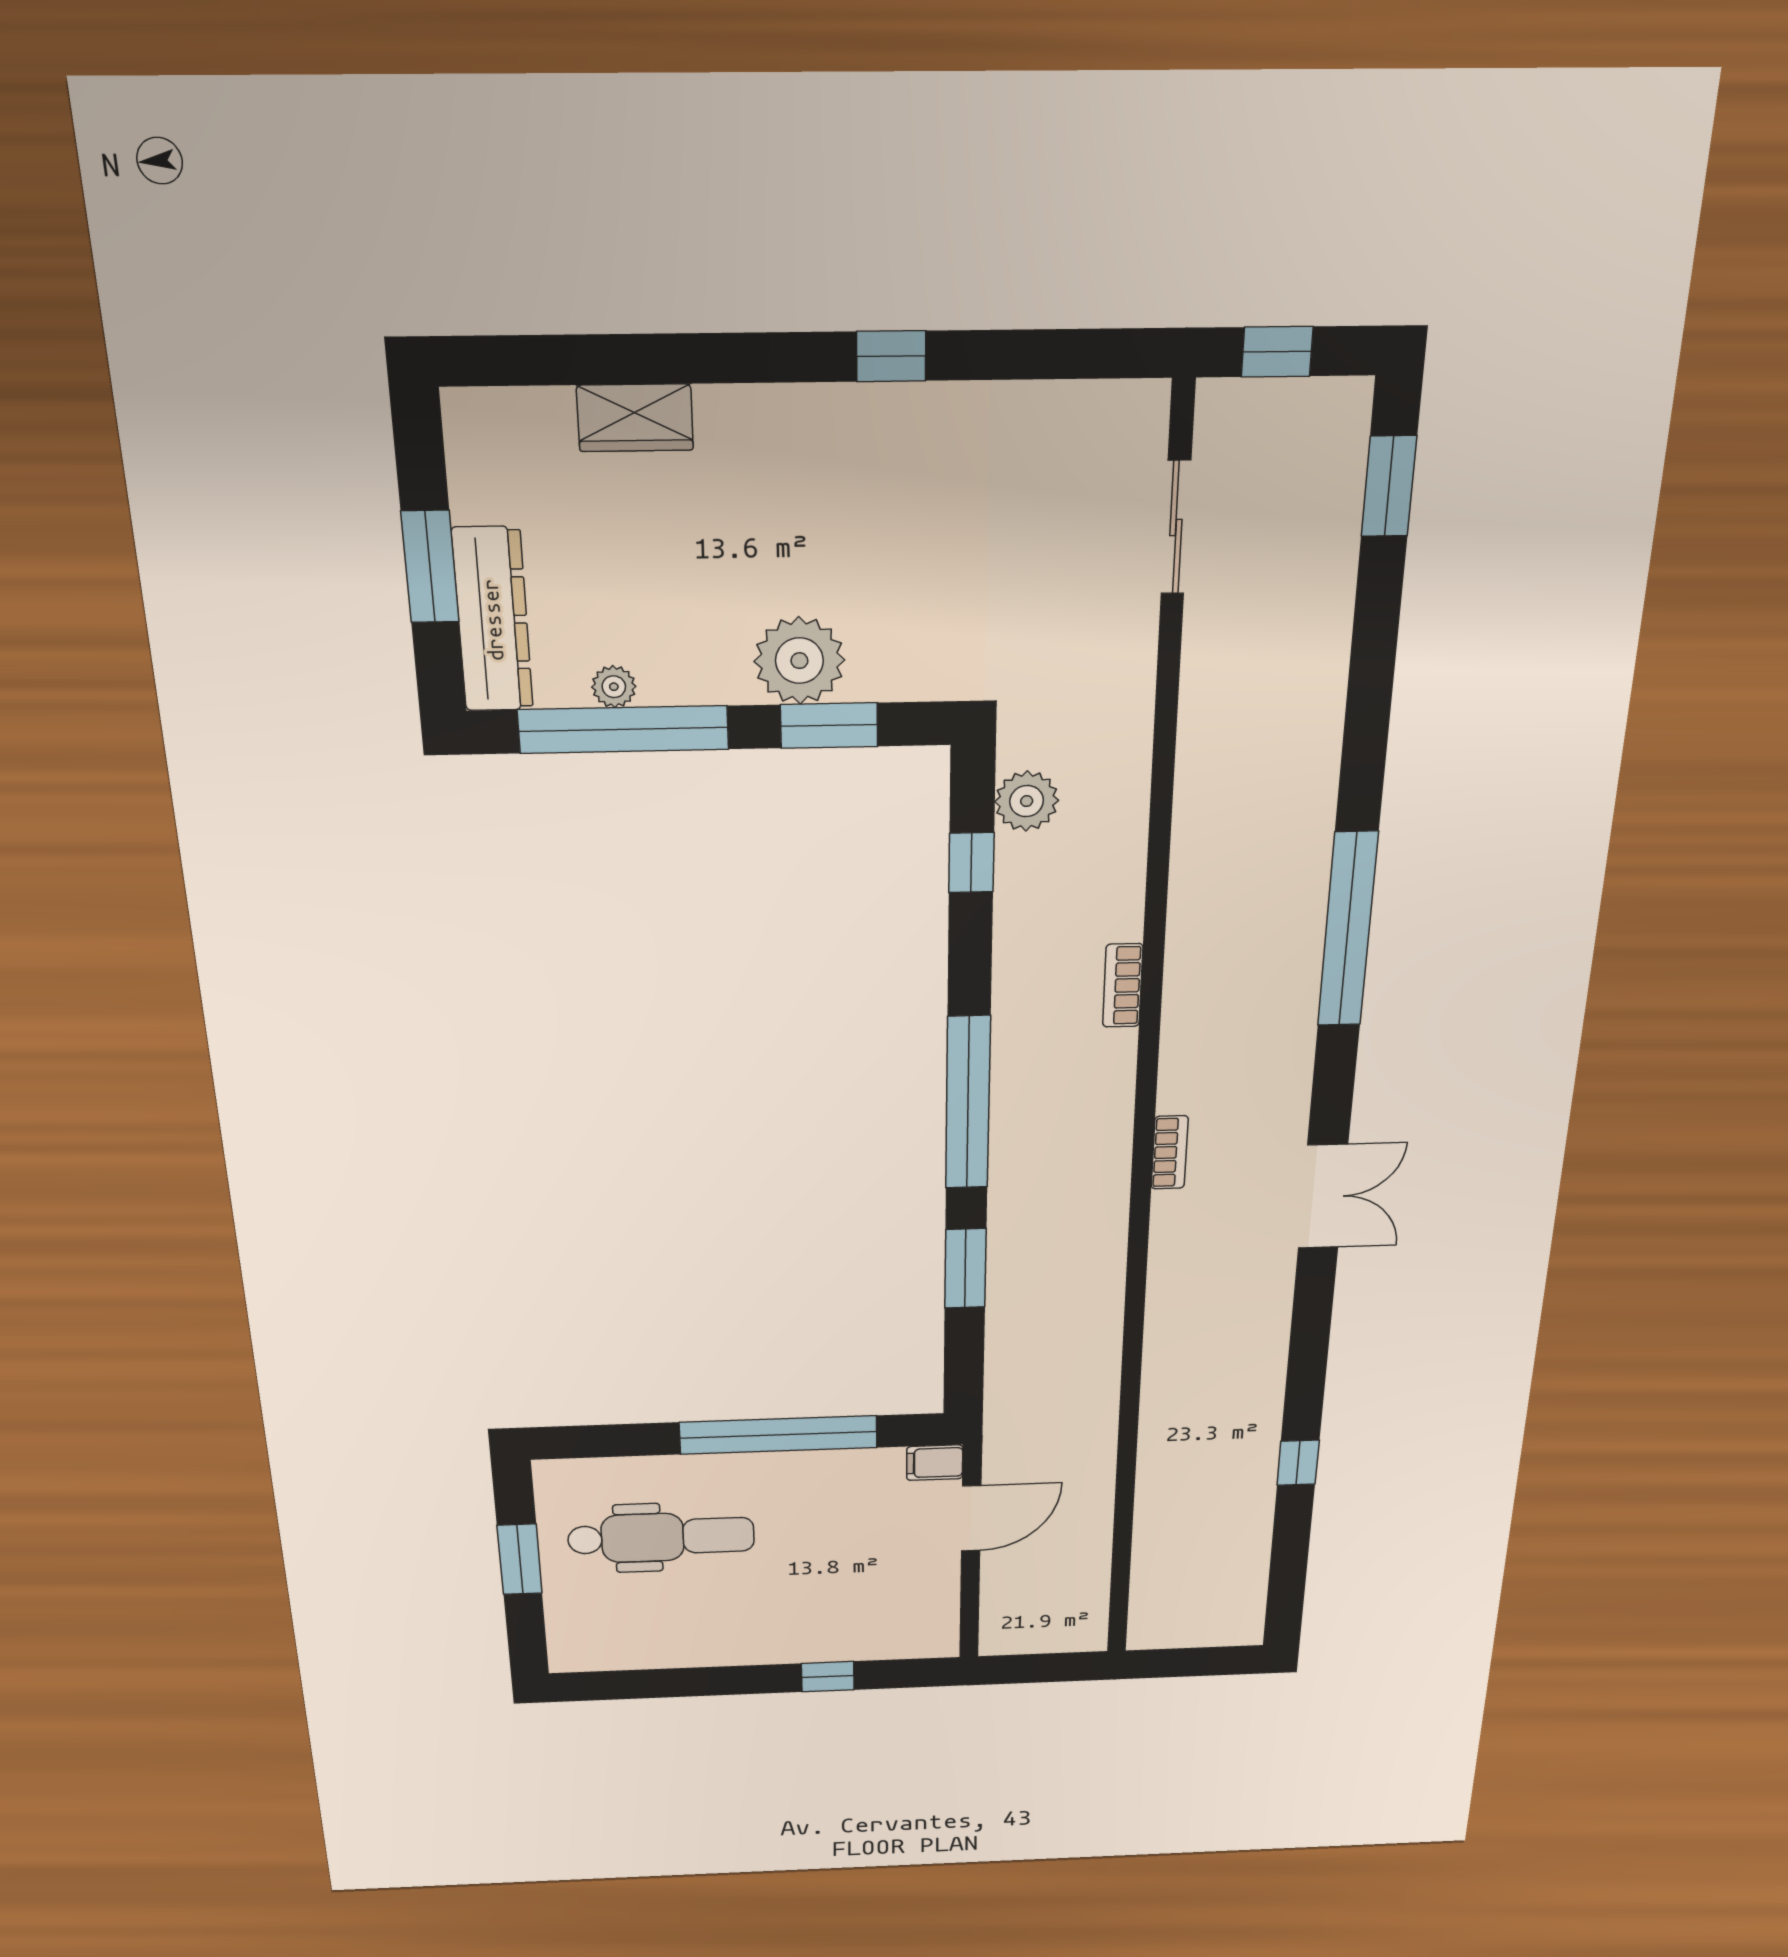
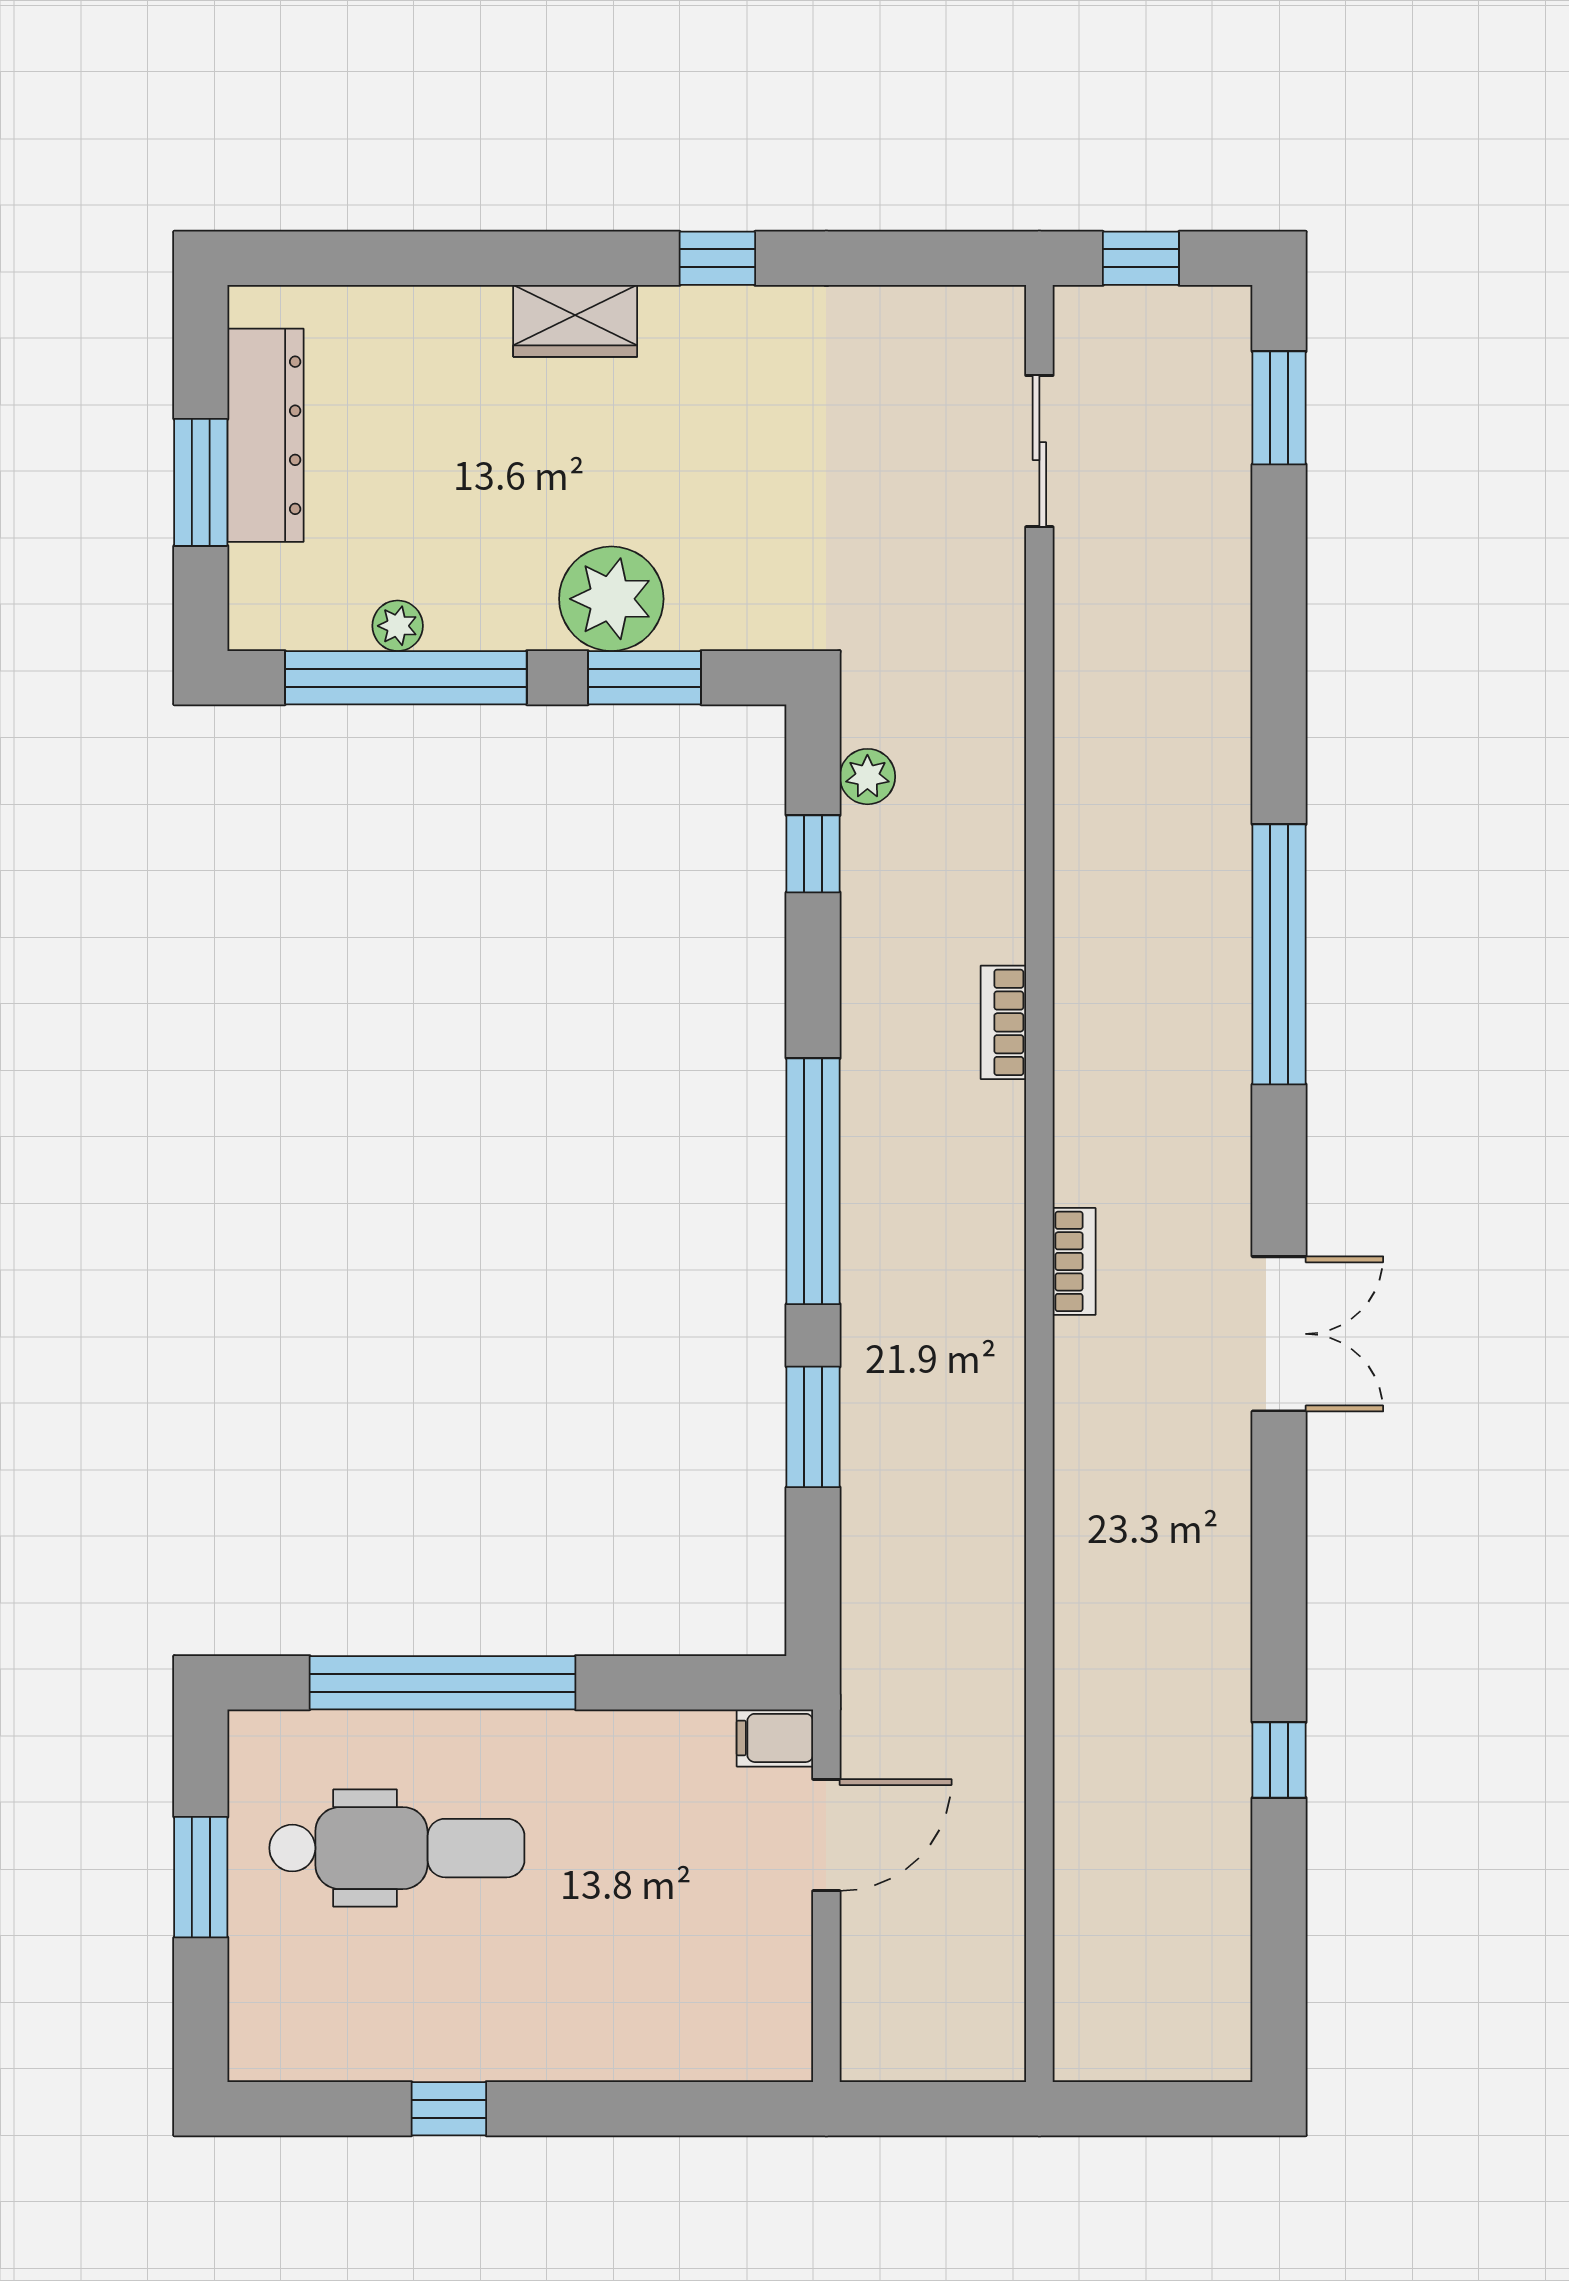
wardrobe: (635, 418) -> (575, 321), moved
dresser: (493, 620) -> (265, 435), moved
plant: (1027, 801) -> (867, 777), width x0.73, depth x0.73
window: (778, 1435) -> (443, 1683), moved
window: (828, 1677) -> (449, 2109), moved

